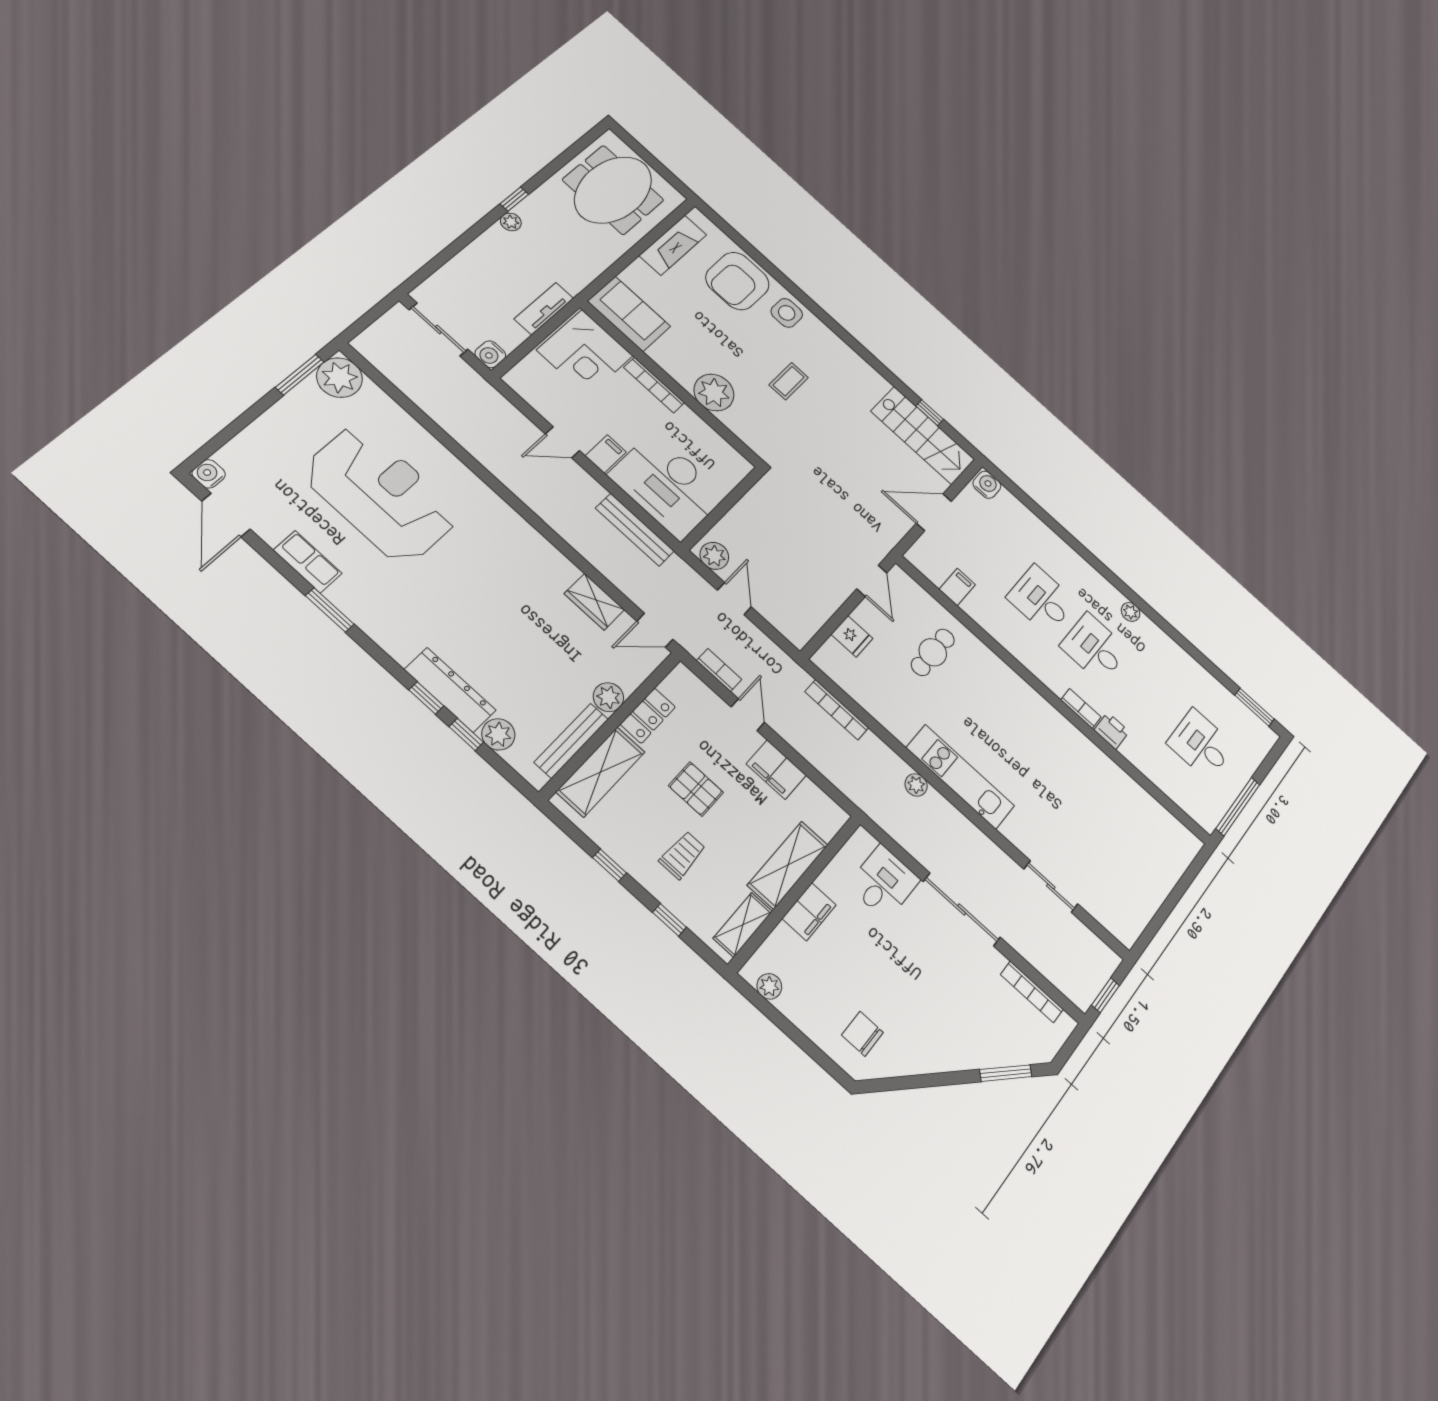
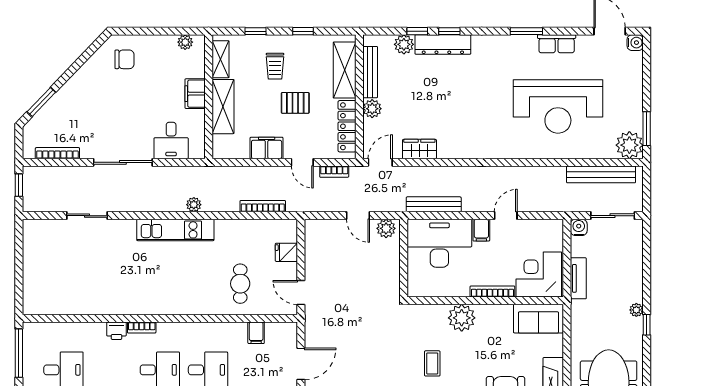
bench: (407, 380) -> (601, 174), added
locker: (648, 716) -> (347, 126), width x1.53

